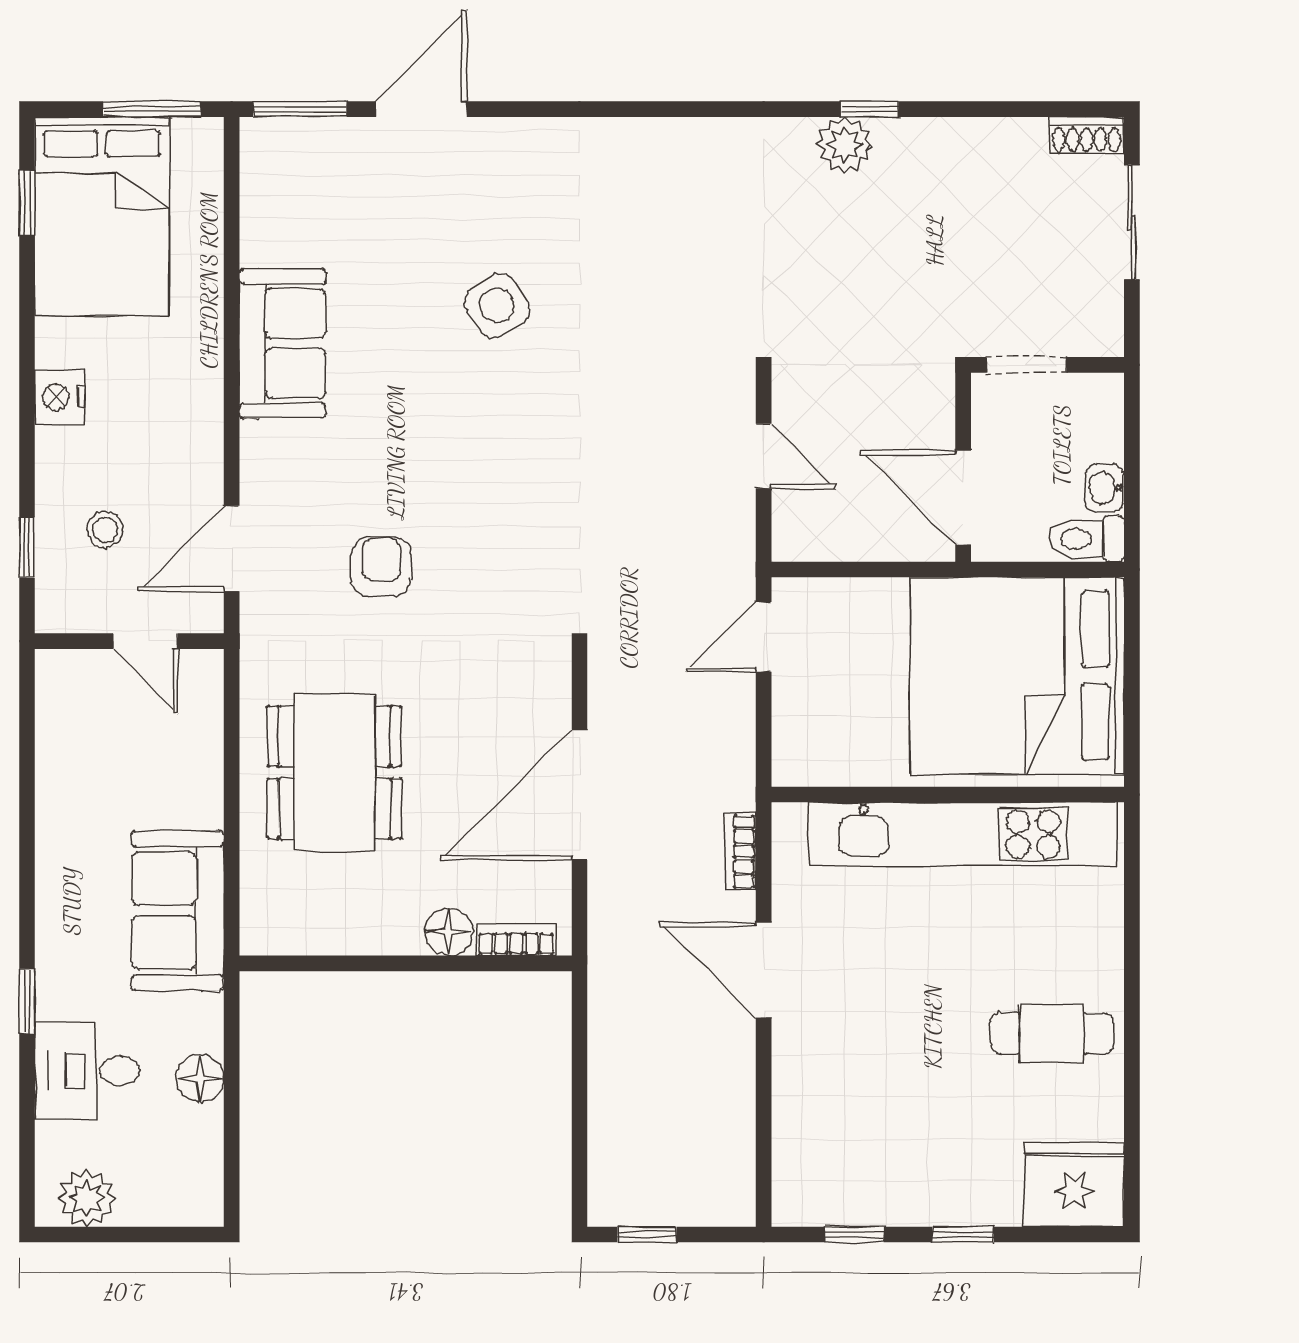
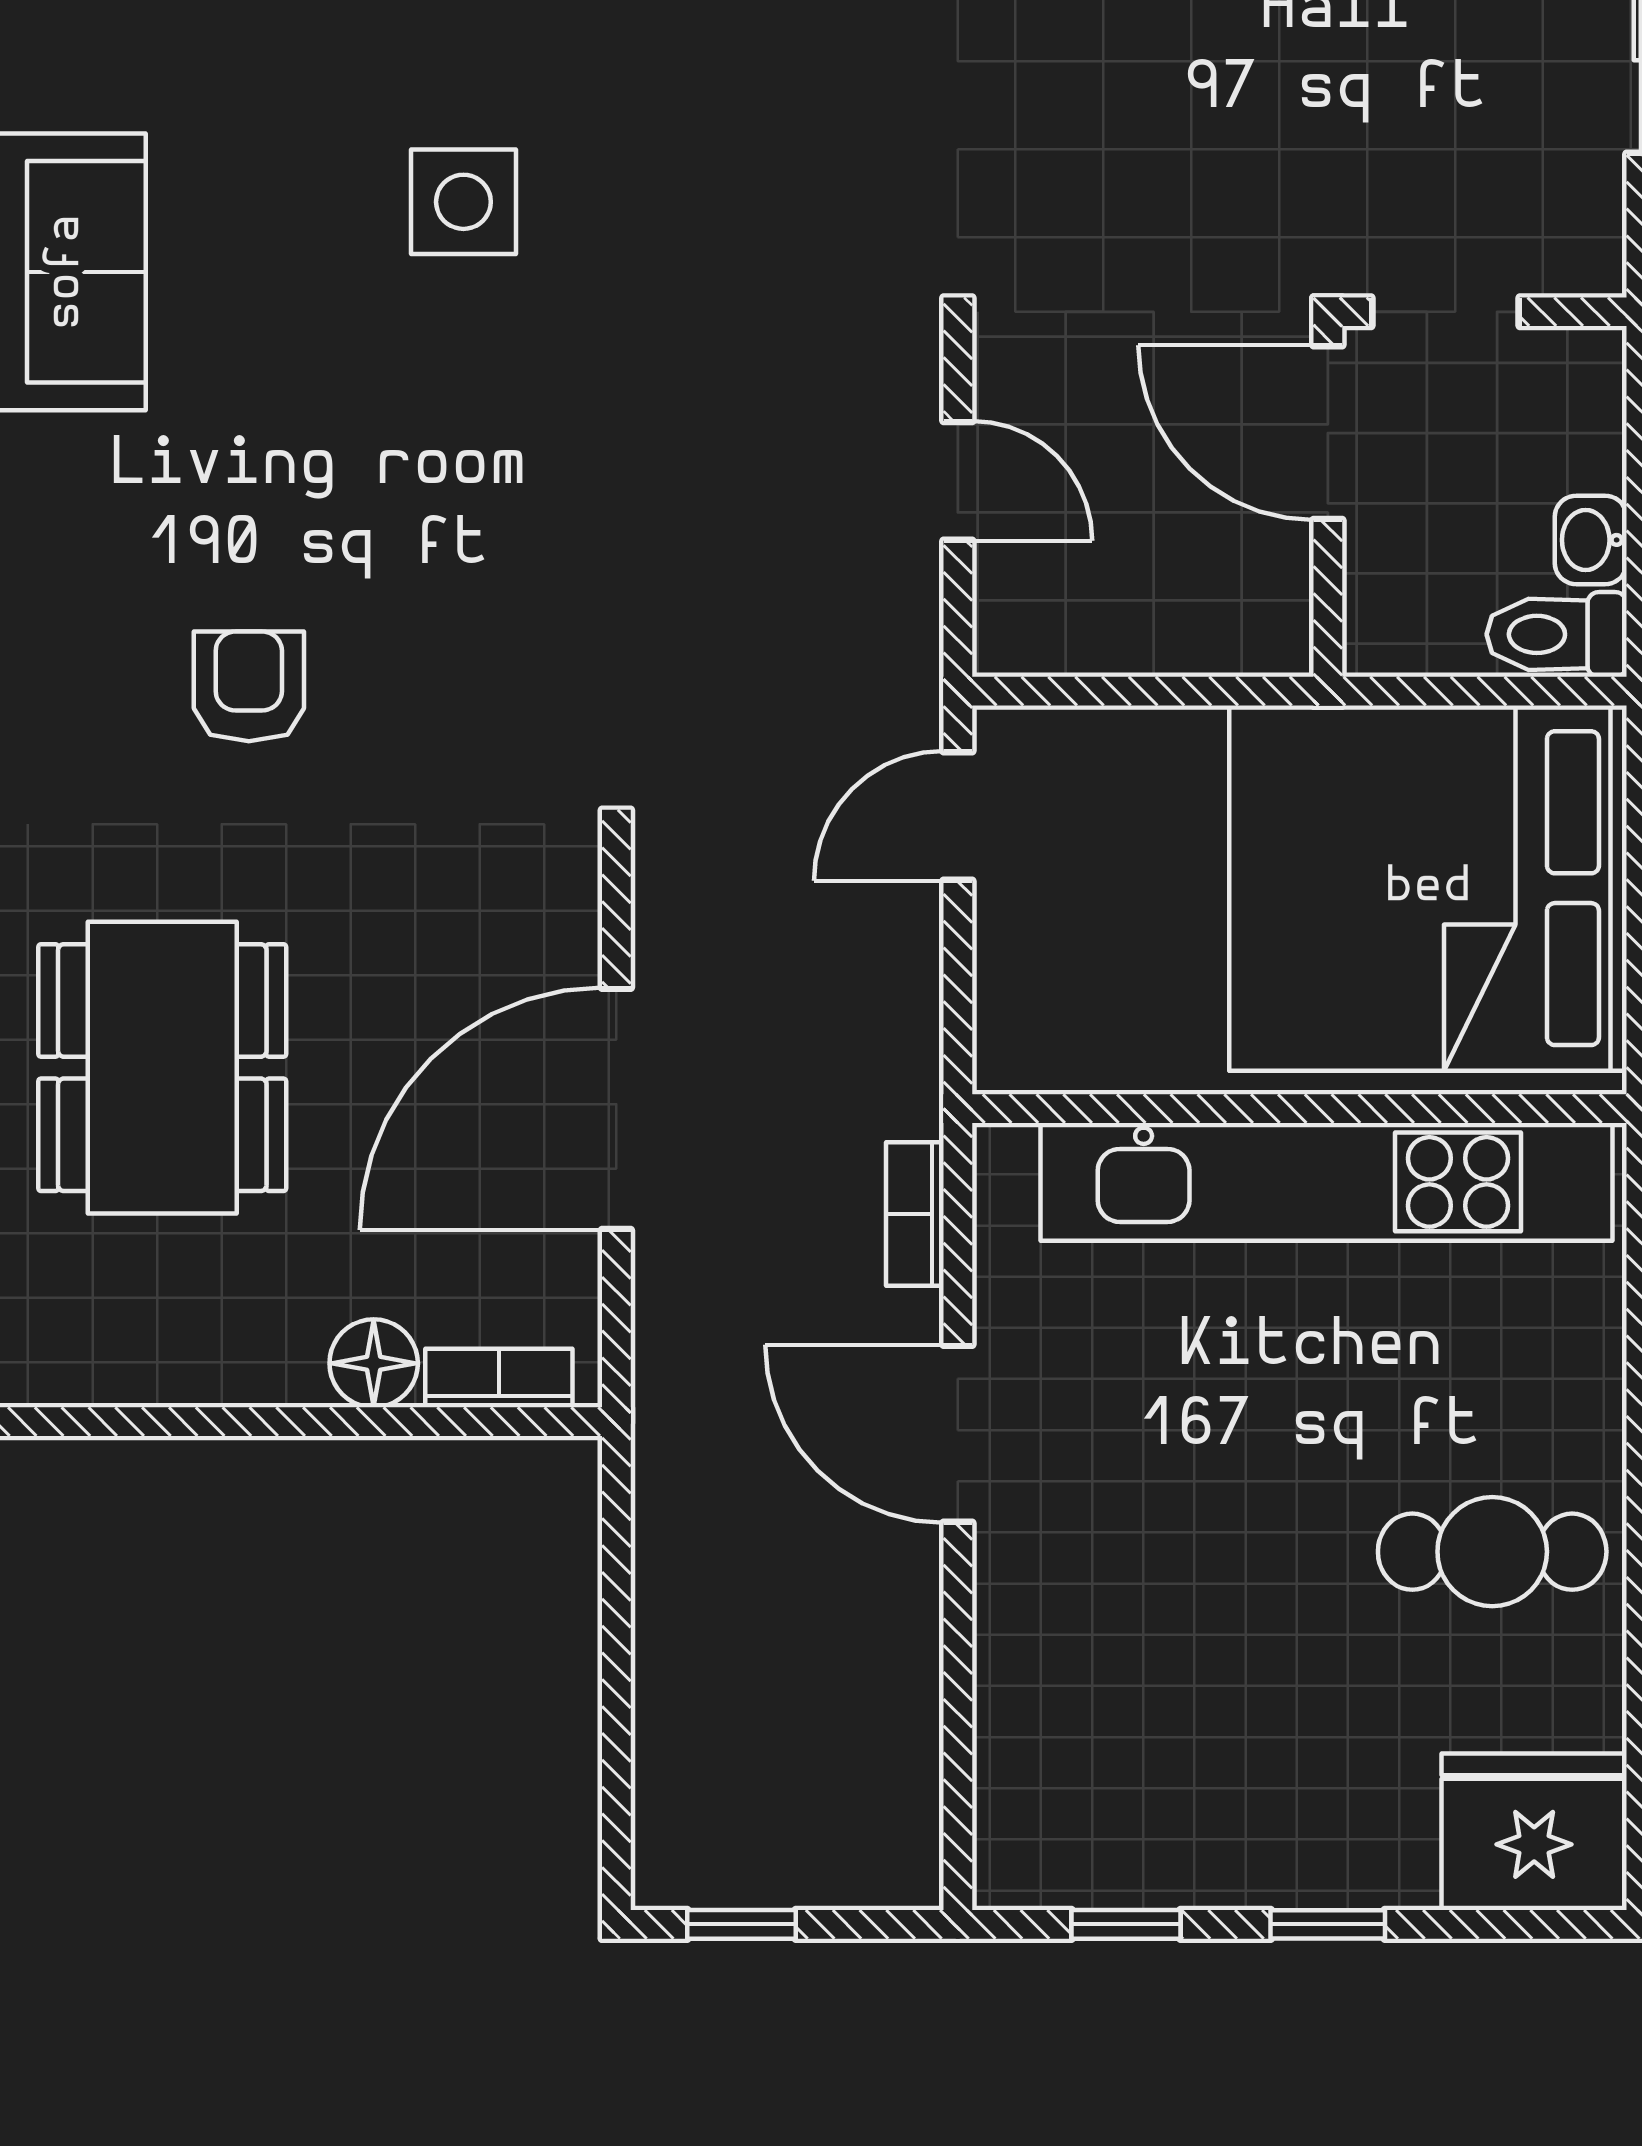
side table: (497, 306) -> (463, 202), turned 33
door: (963, 498) -> (1328, 433), moved

